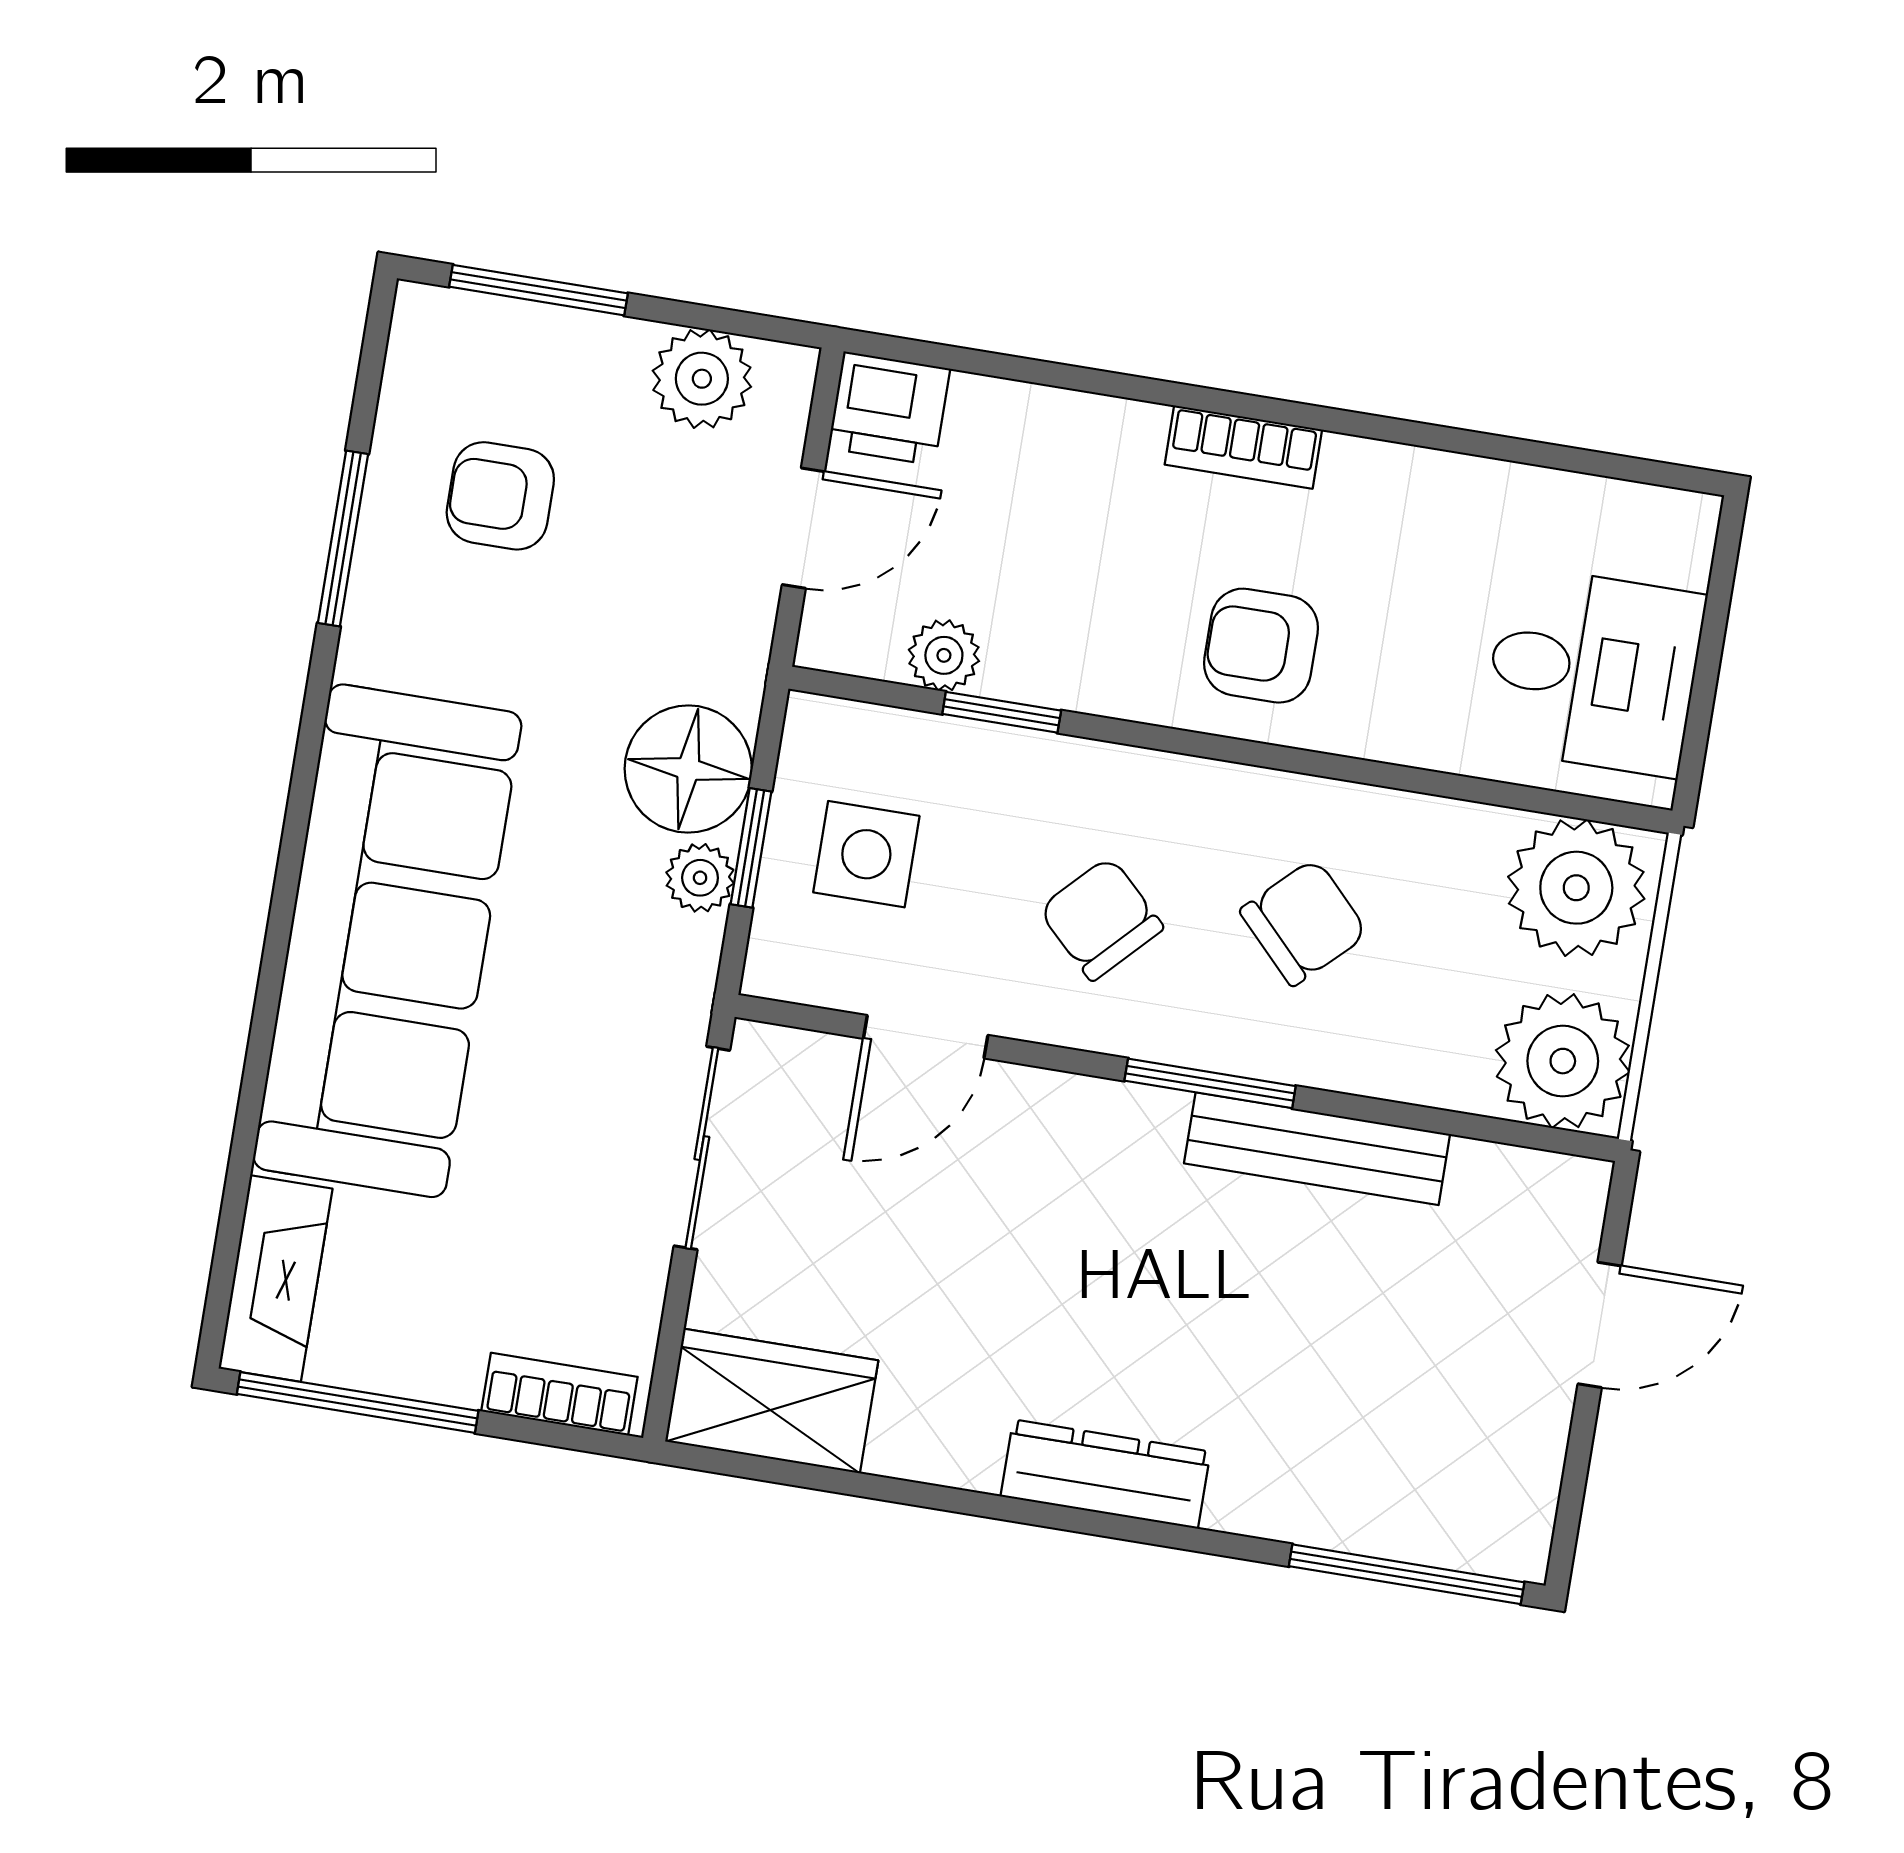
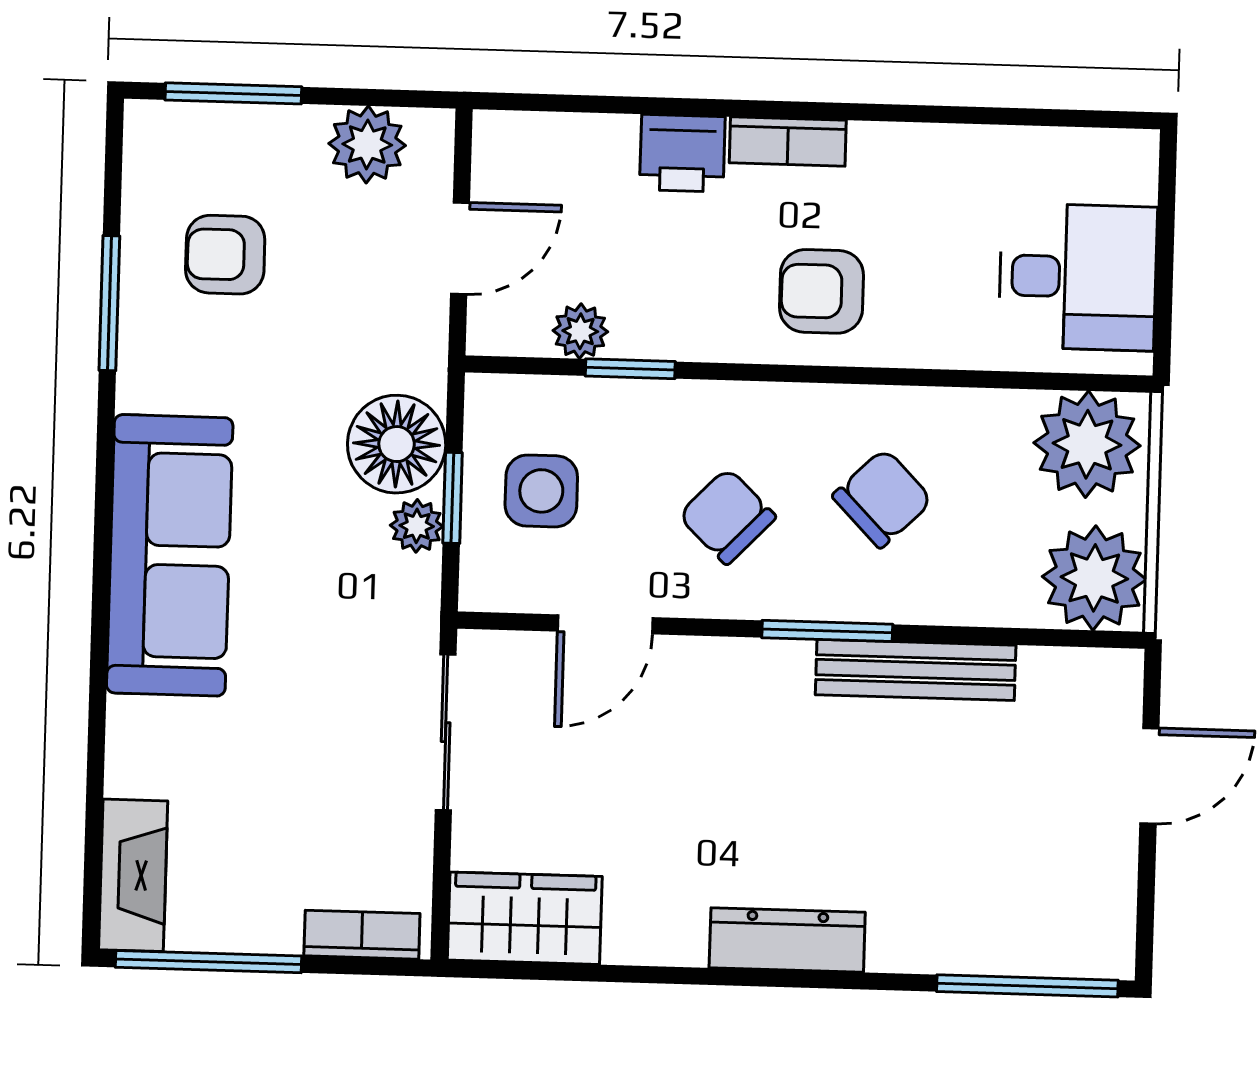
printer: (889, 408) -> (682, 153), moved
sofa: (387, 941) -> (170, 555), width x0.74, depth x0.79

